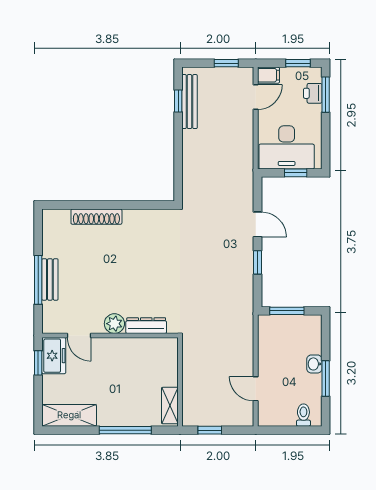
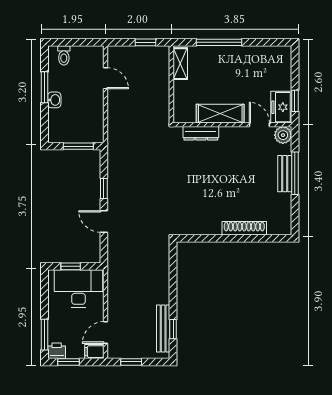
printer: (313, 93) -> (57, 351), moved, turned -90
plant: (114, 324) -> (283, 135), moved
shelving: (69, 415) -> (220, 114), moved

